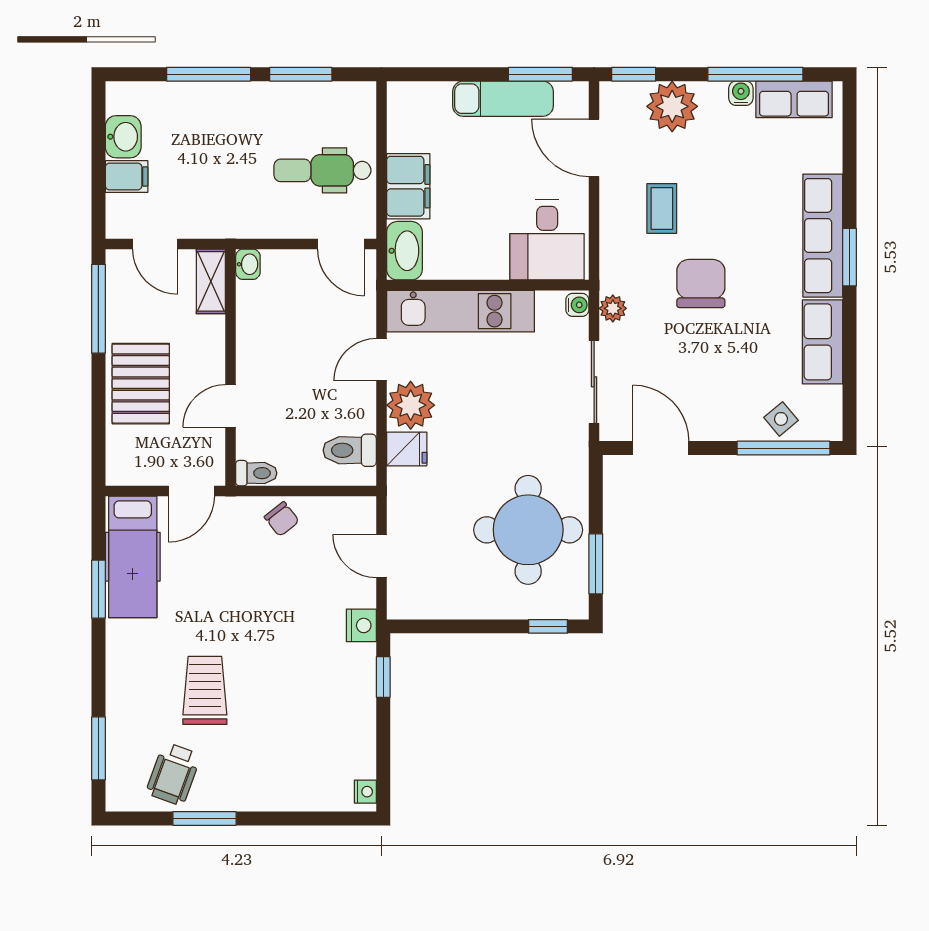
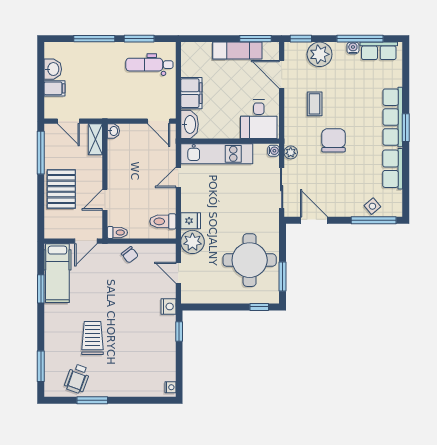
dental chair: (322, 170) -> (149, 65), moved
plant: (411, 405) -> (192, 242), moved

